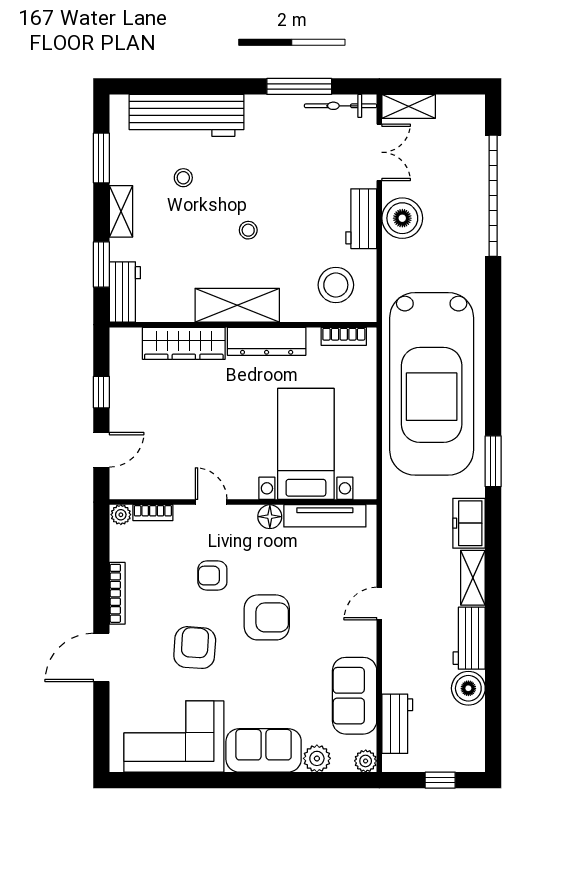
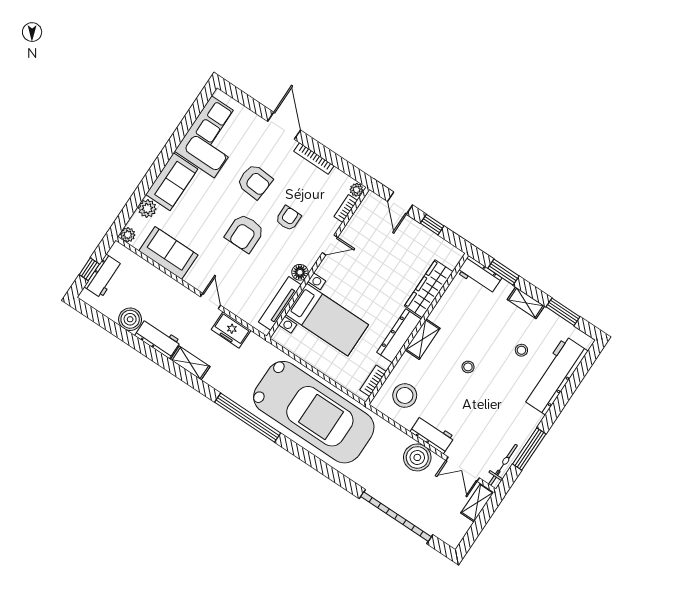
shelving: (237, 305) -> (423, 339), width x0.67, depth x0.75
car: (432, 384) -> (314, 412), turned 180
window: (493, 461) -> (248, 418), width x2.11
freezer: (469, 523) -> (231, 330), moved, turned 180
workbench: (397, 724) -> (104, 276), moved, turned -90

